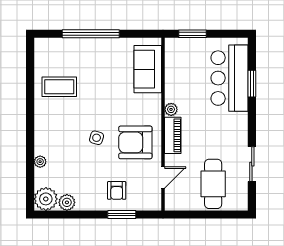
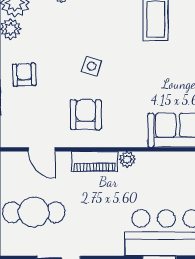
armchair: (135, 142) -> (86, 115), width x0.73, depth x0.73
armchair: (117, 190) -> (24, 75), moved, turned 87

